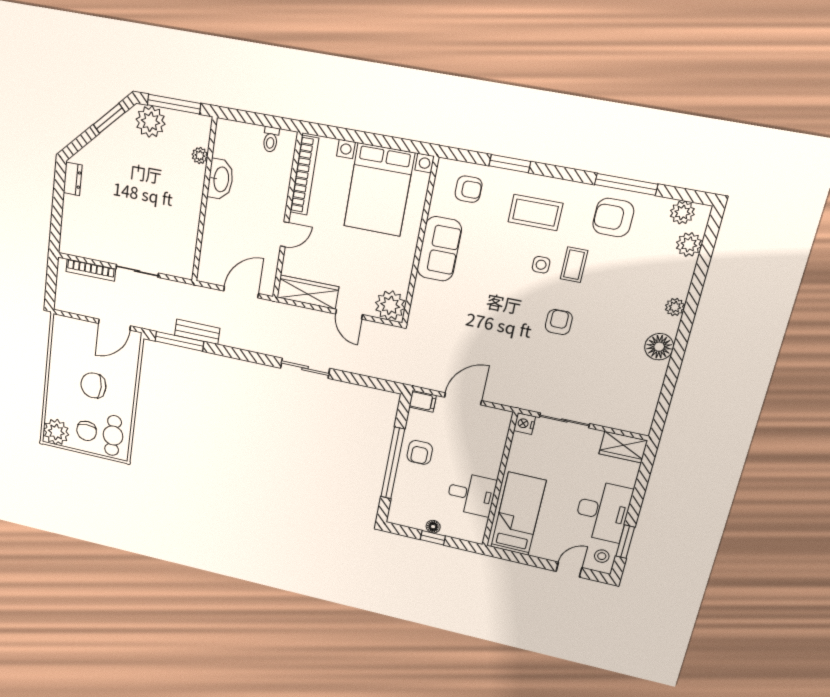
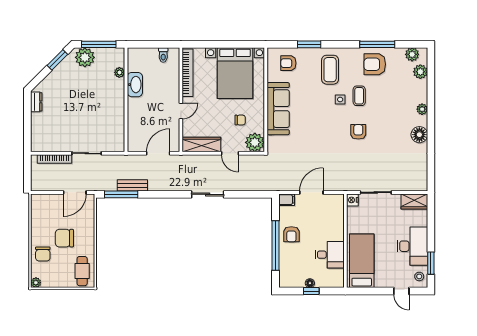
armchair: (469, 189) -> (288, 63), turned 180
coffee table: (535, 213) -> (330, 70), turned 90
sofa: (439, 249) -> (278, 109), width x1.36
chair: (374, 266) -> (240, 120), added
chair: (87, 431) -> (43, 254), moved
plant: (56, 432) -> (36, 283), width x0.53, depth x0.53
door: (569, 570) -> (401, 291), swing flipped

